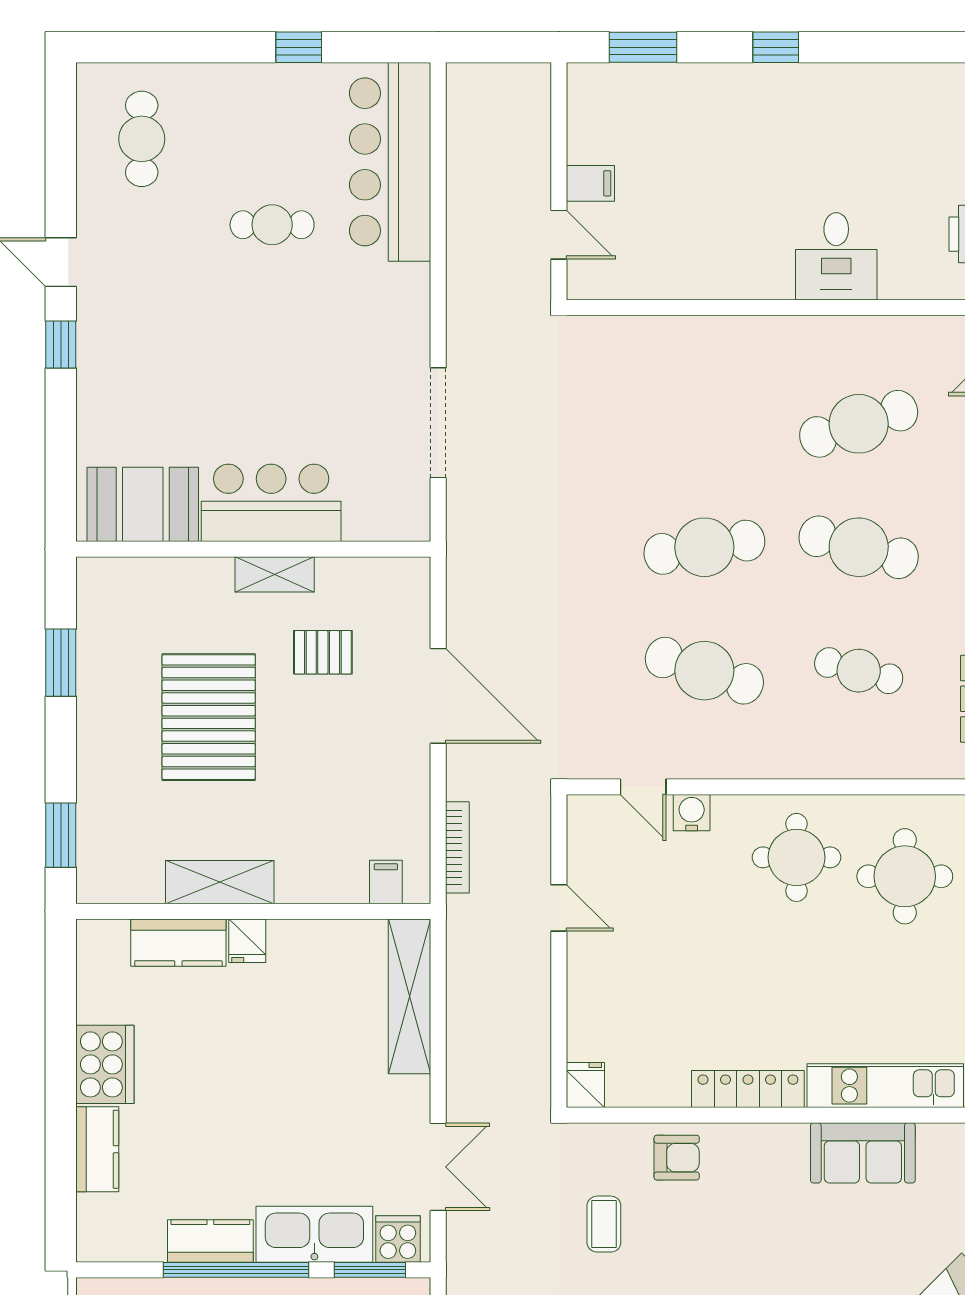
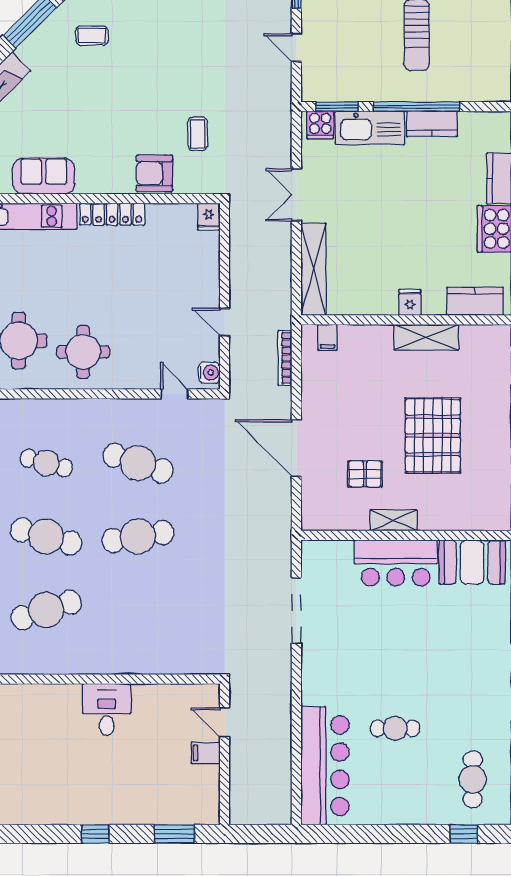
window: (299, 47) -> (464, 834), moved
desk: (836, 256) -> (107, 710), moved
water cooler: (692, 813) -> (209, 372), moved, turned -90
kitchen counter: (178, 943) -> (475, 301), moved
armchair: (677, 1158) -> (154, 173), width x1.38, depth x1.38
double door: (438, 1167) -> (296, 195), moved

